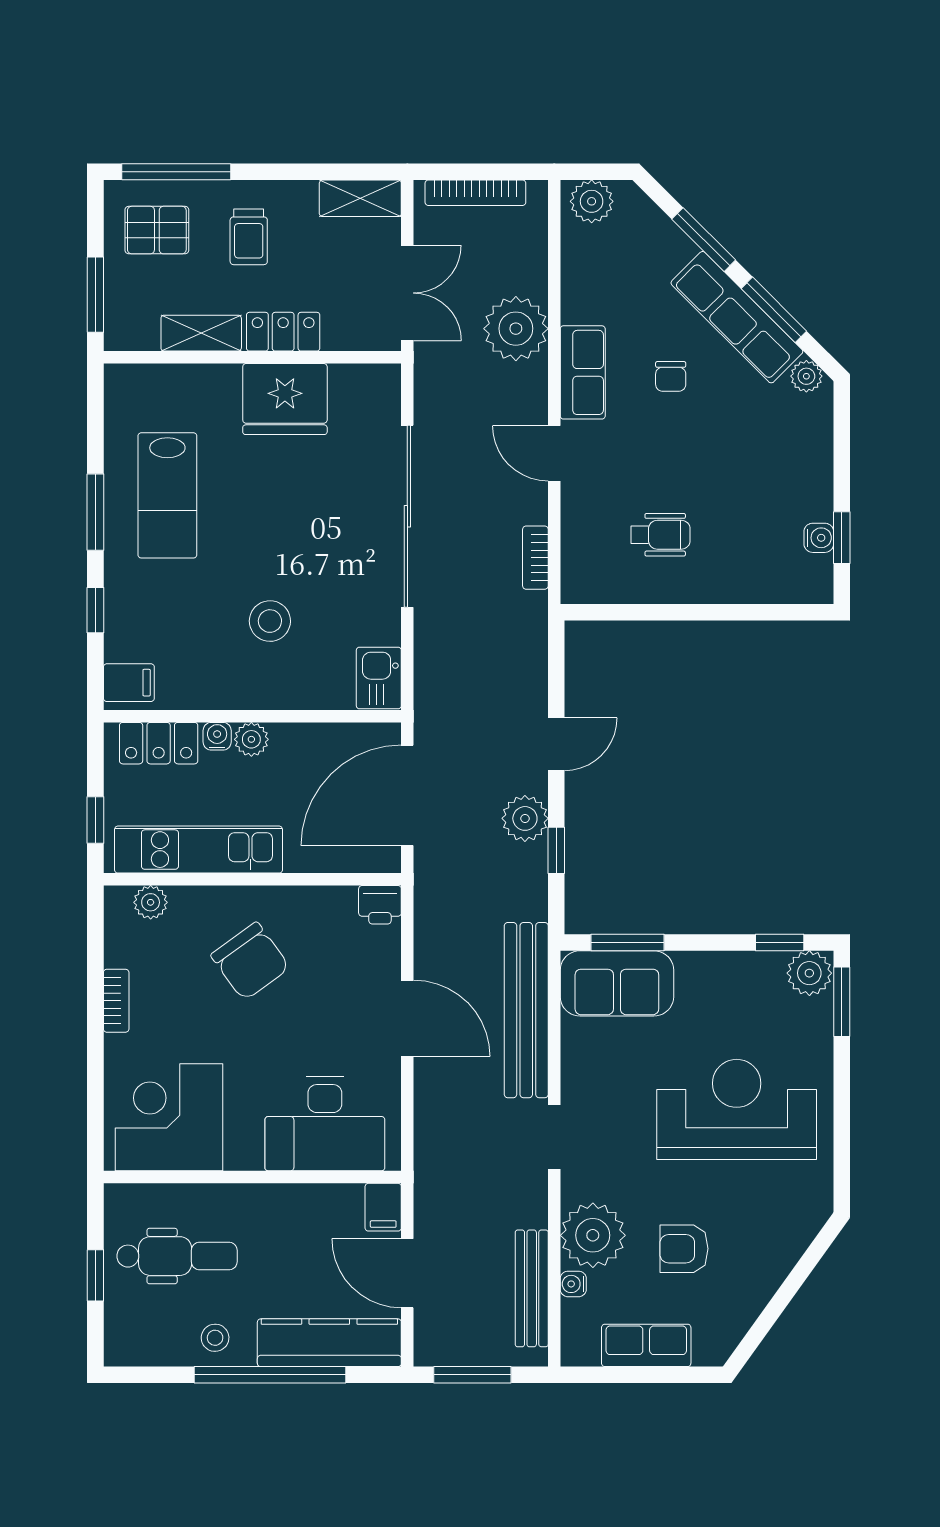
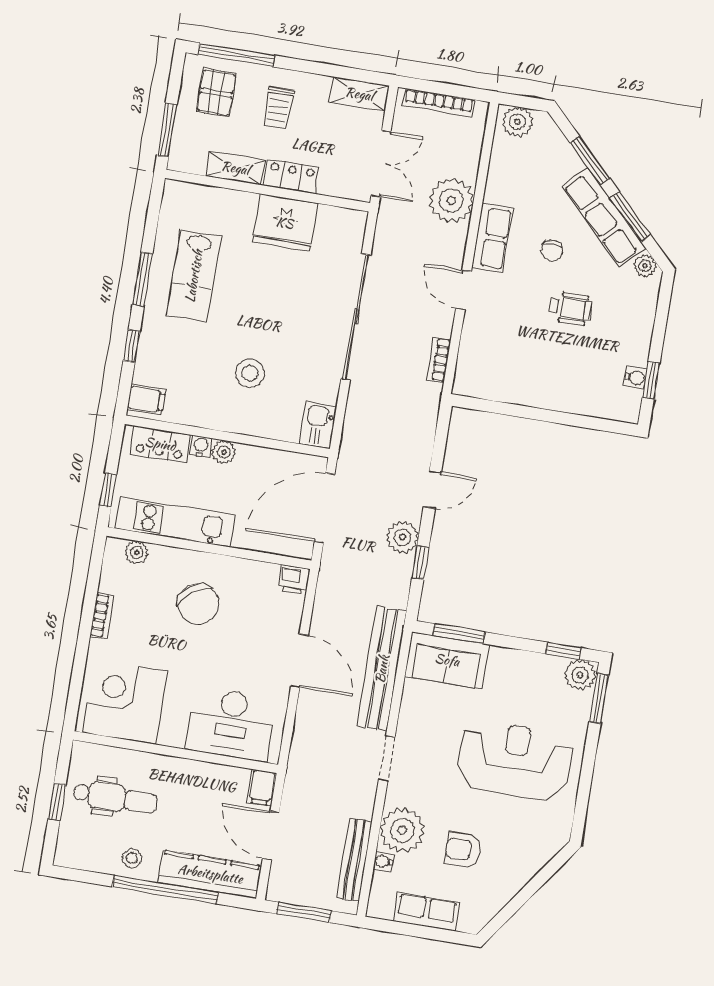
pallet: (157, 230) -> (216, 93), turned 90
wheelchair: (660, 535) -> (570, 308), moved

